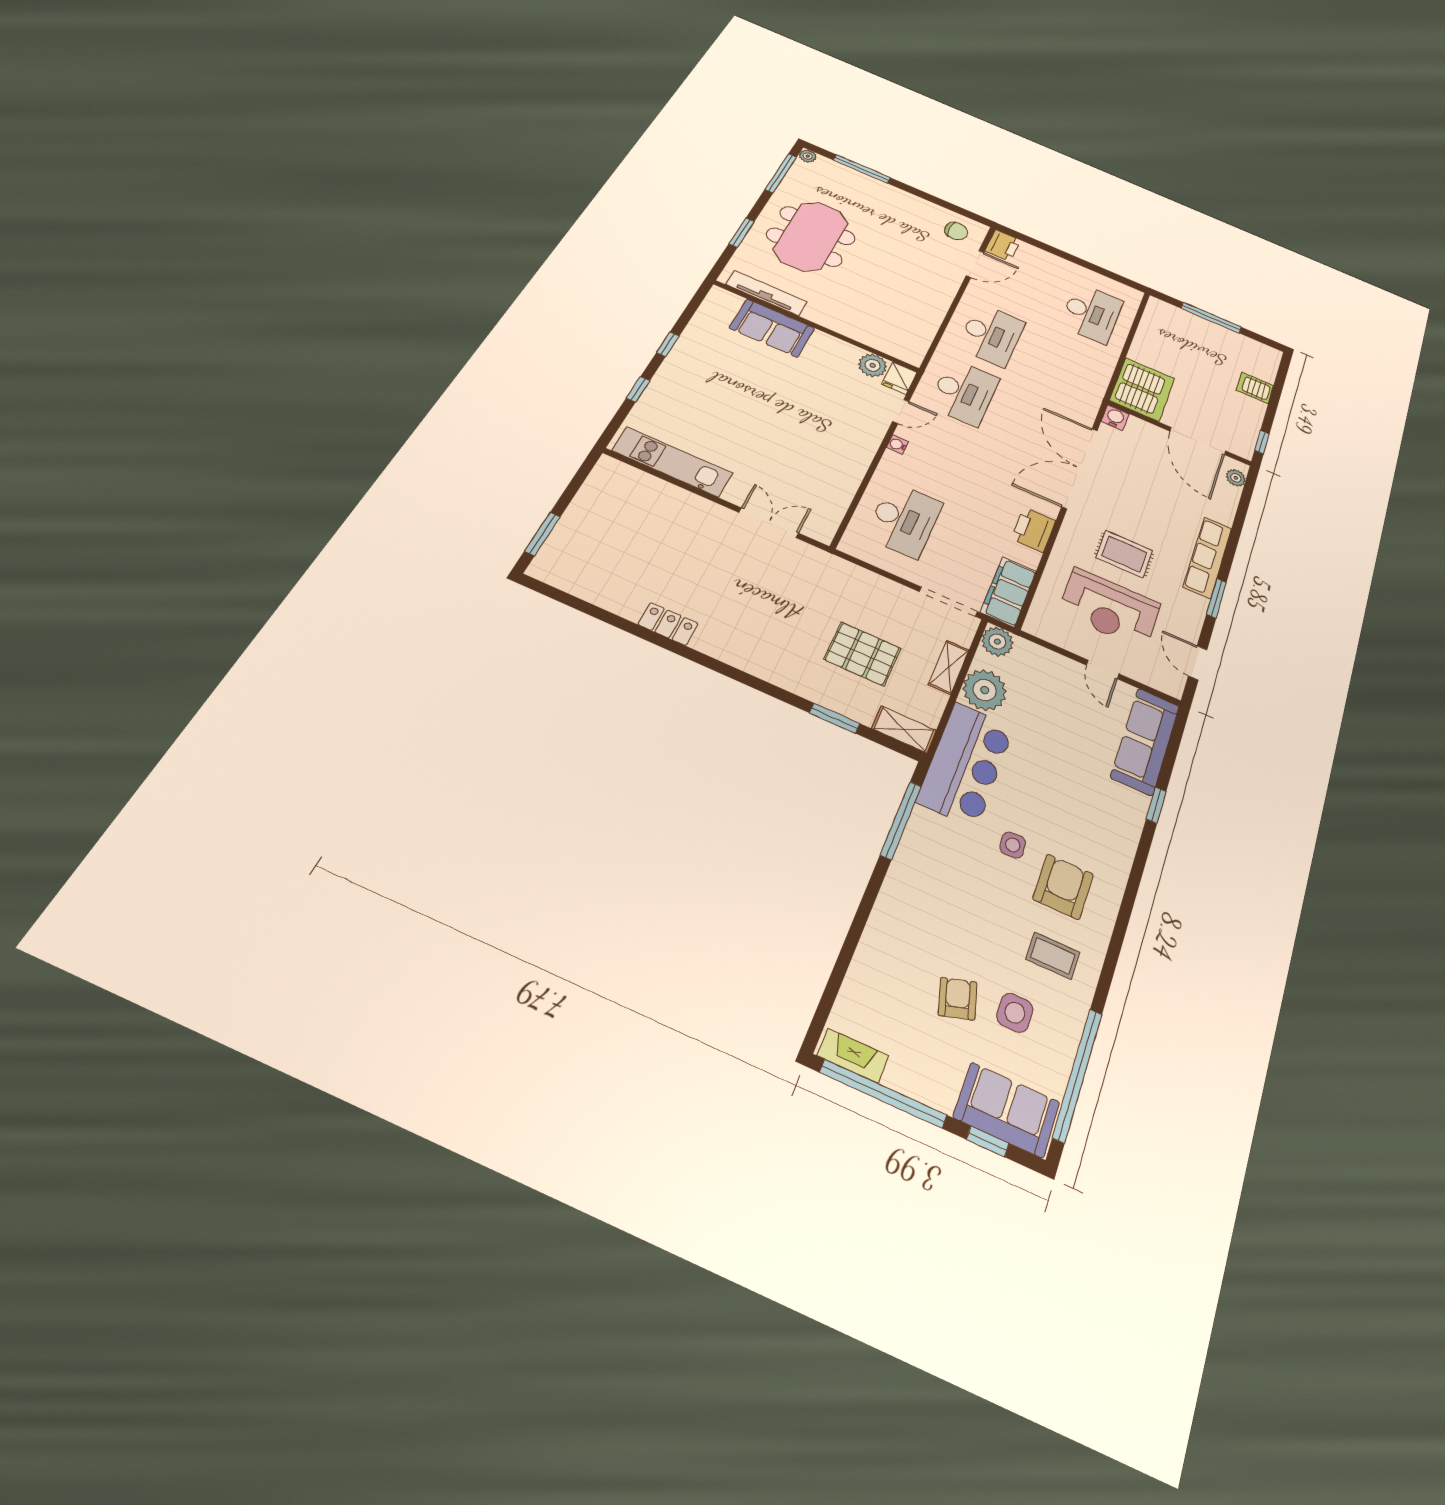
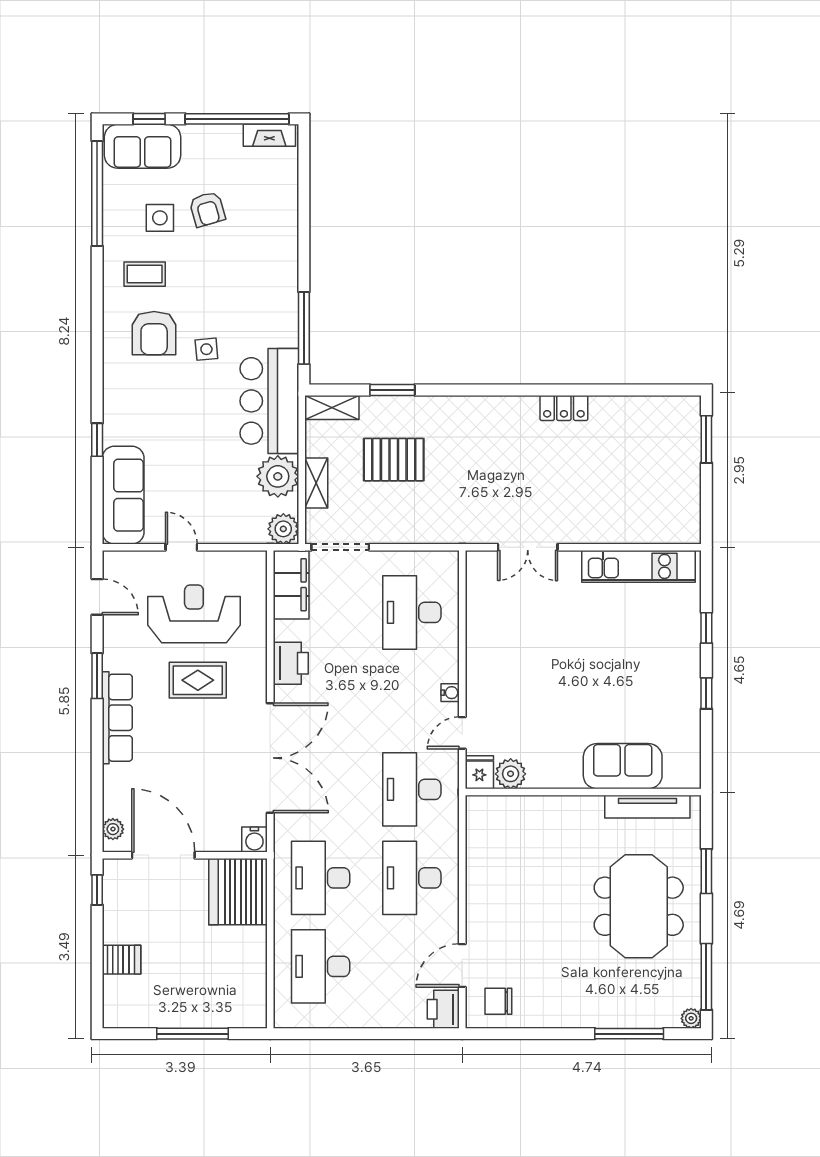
desk: (1068, 368) -> (321, 878), added

